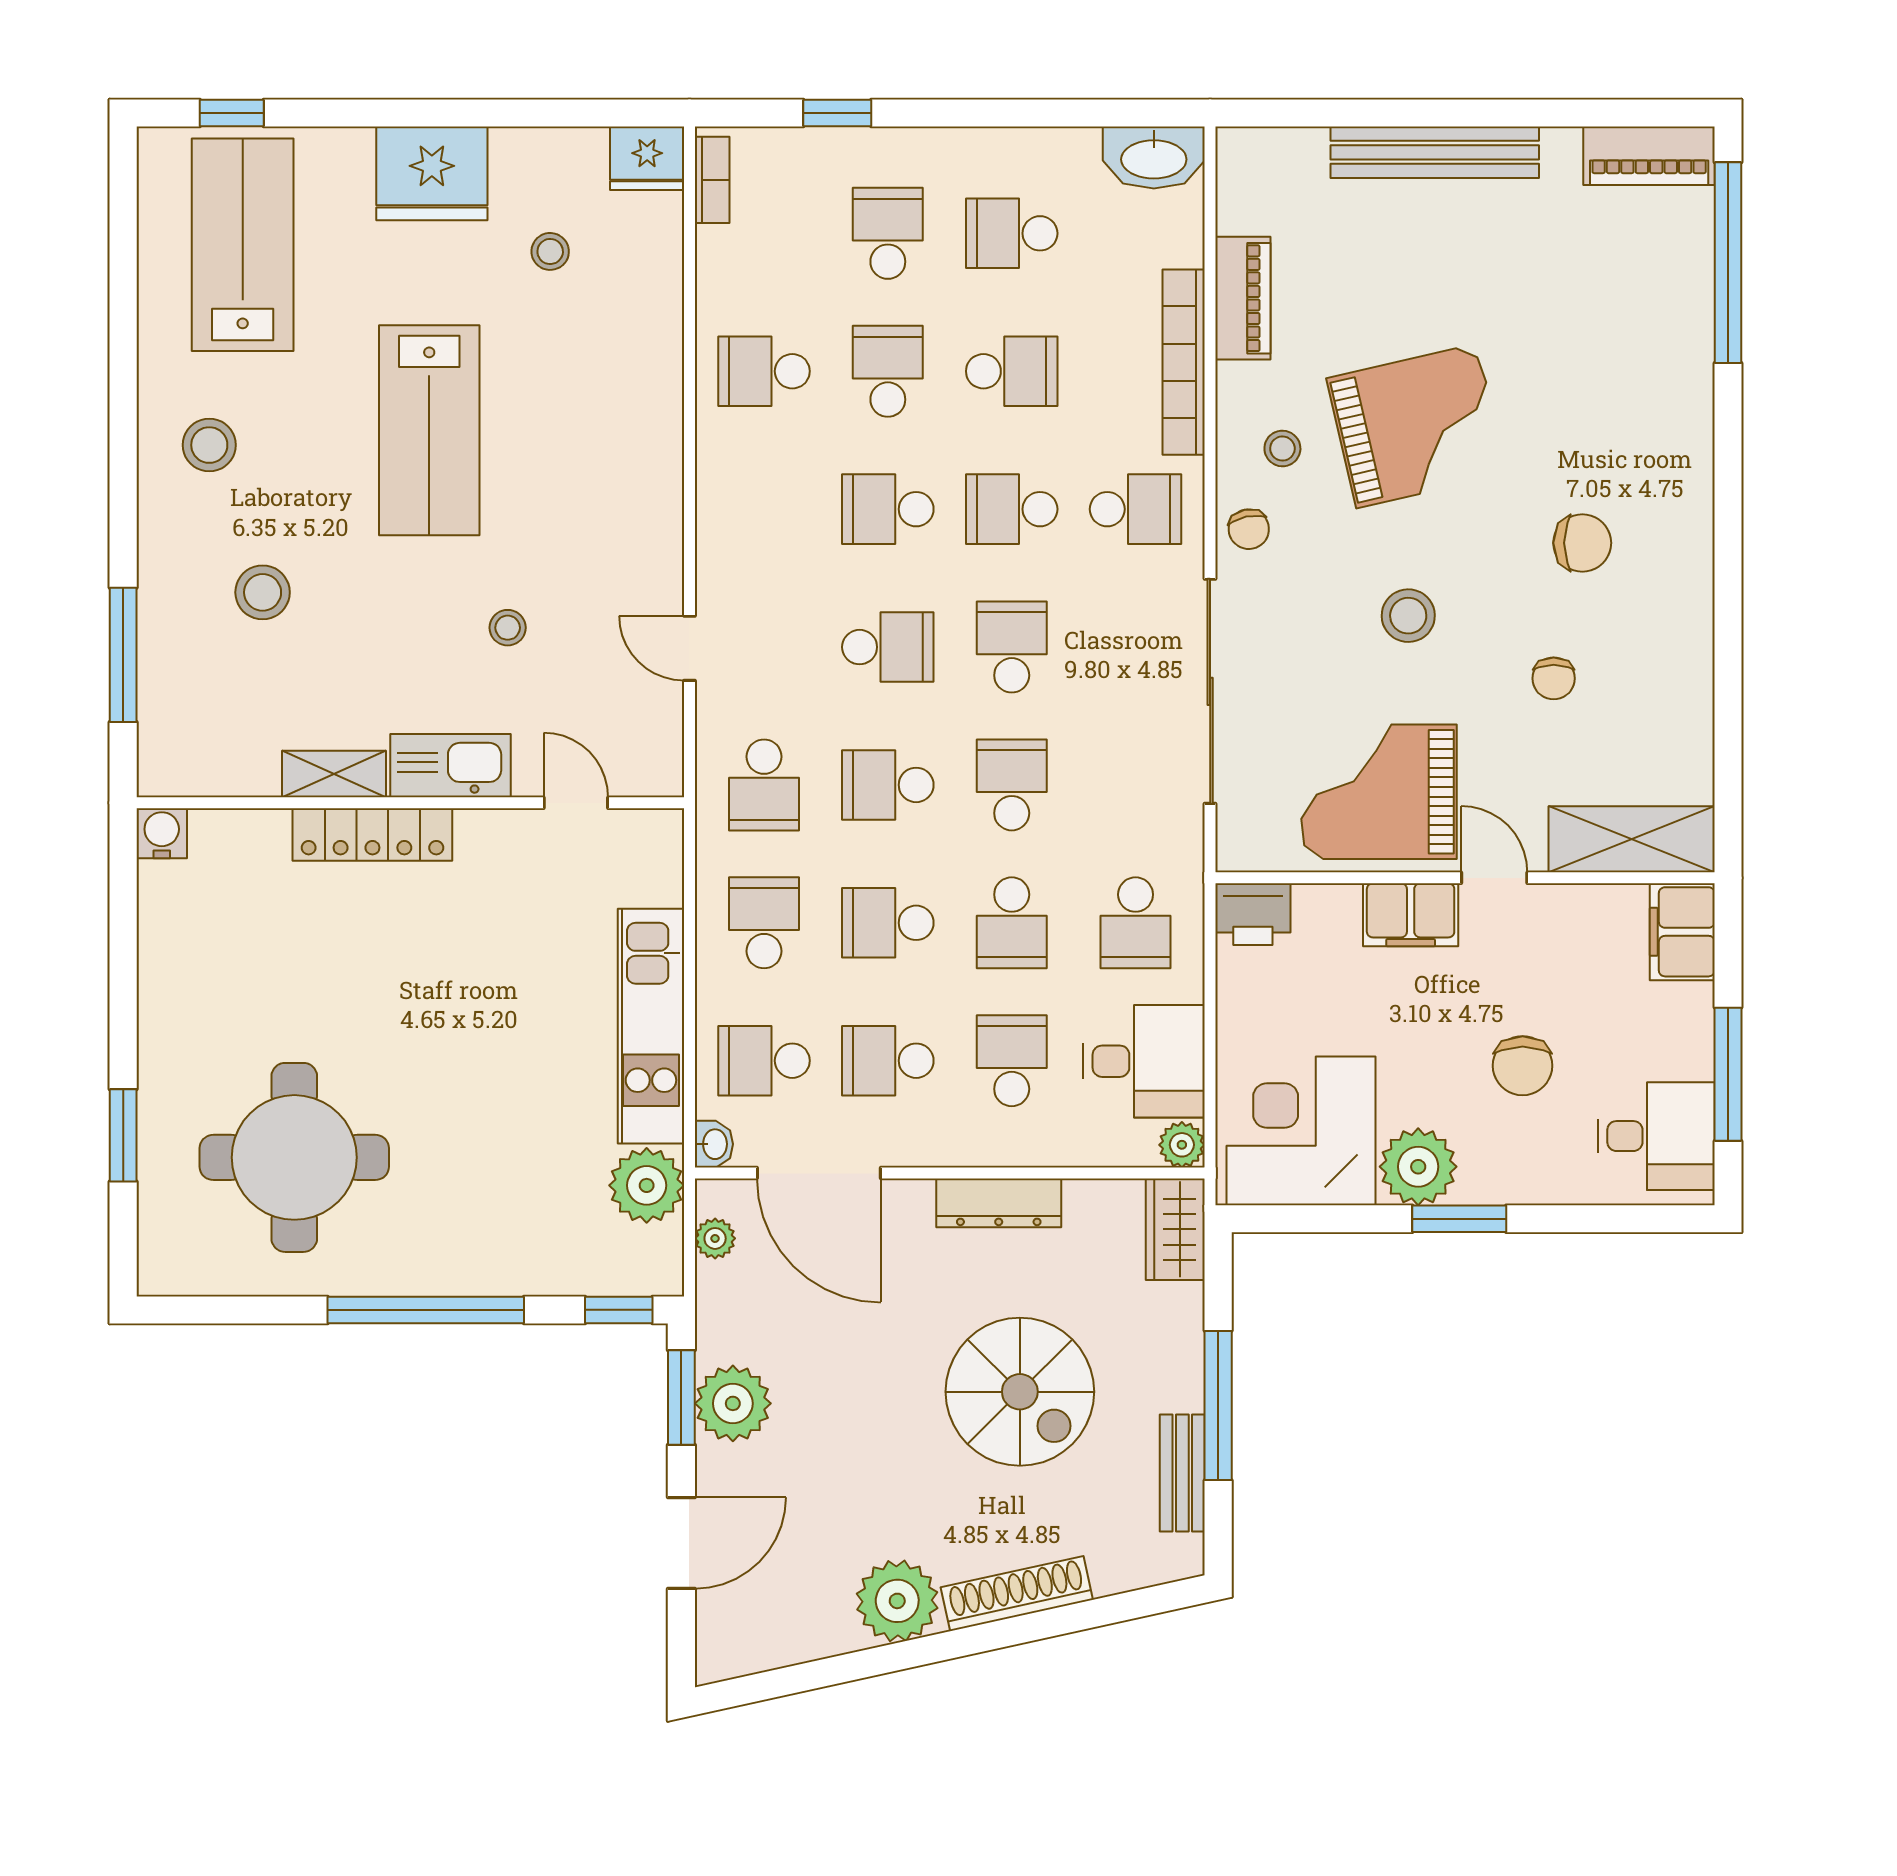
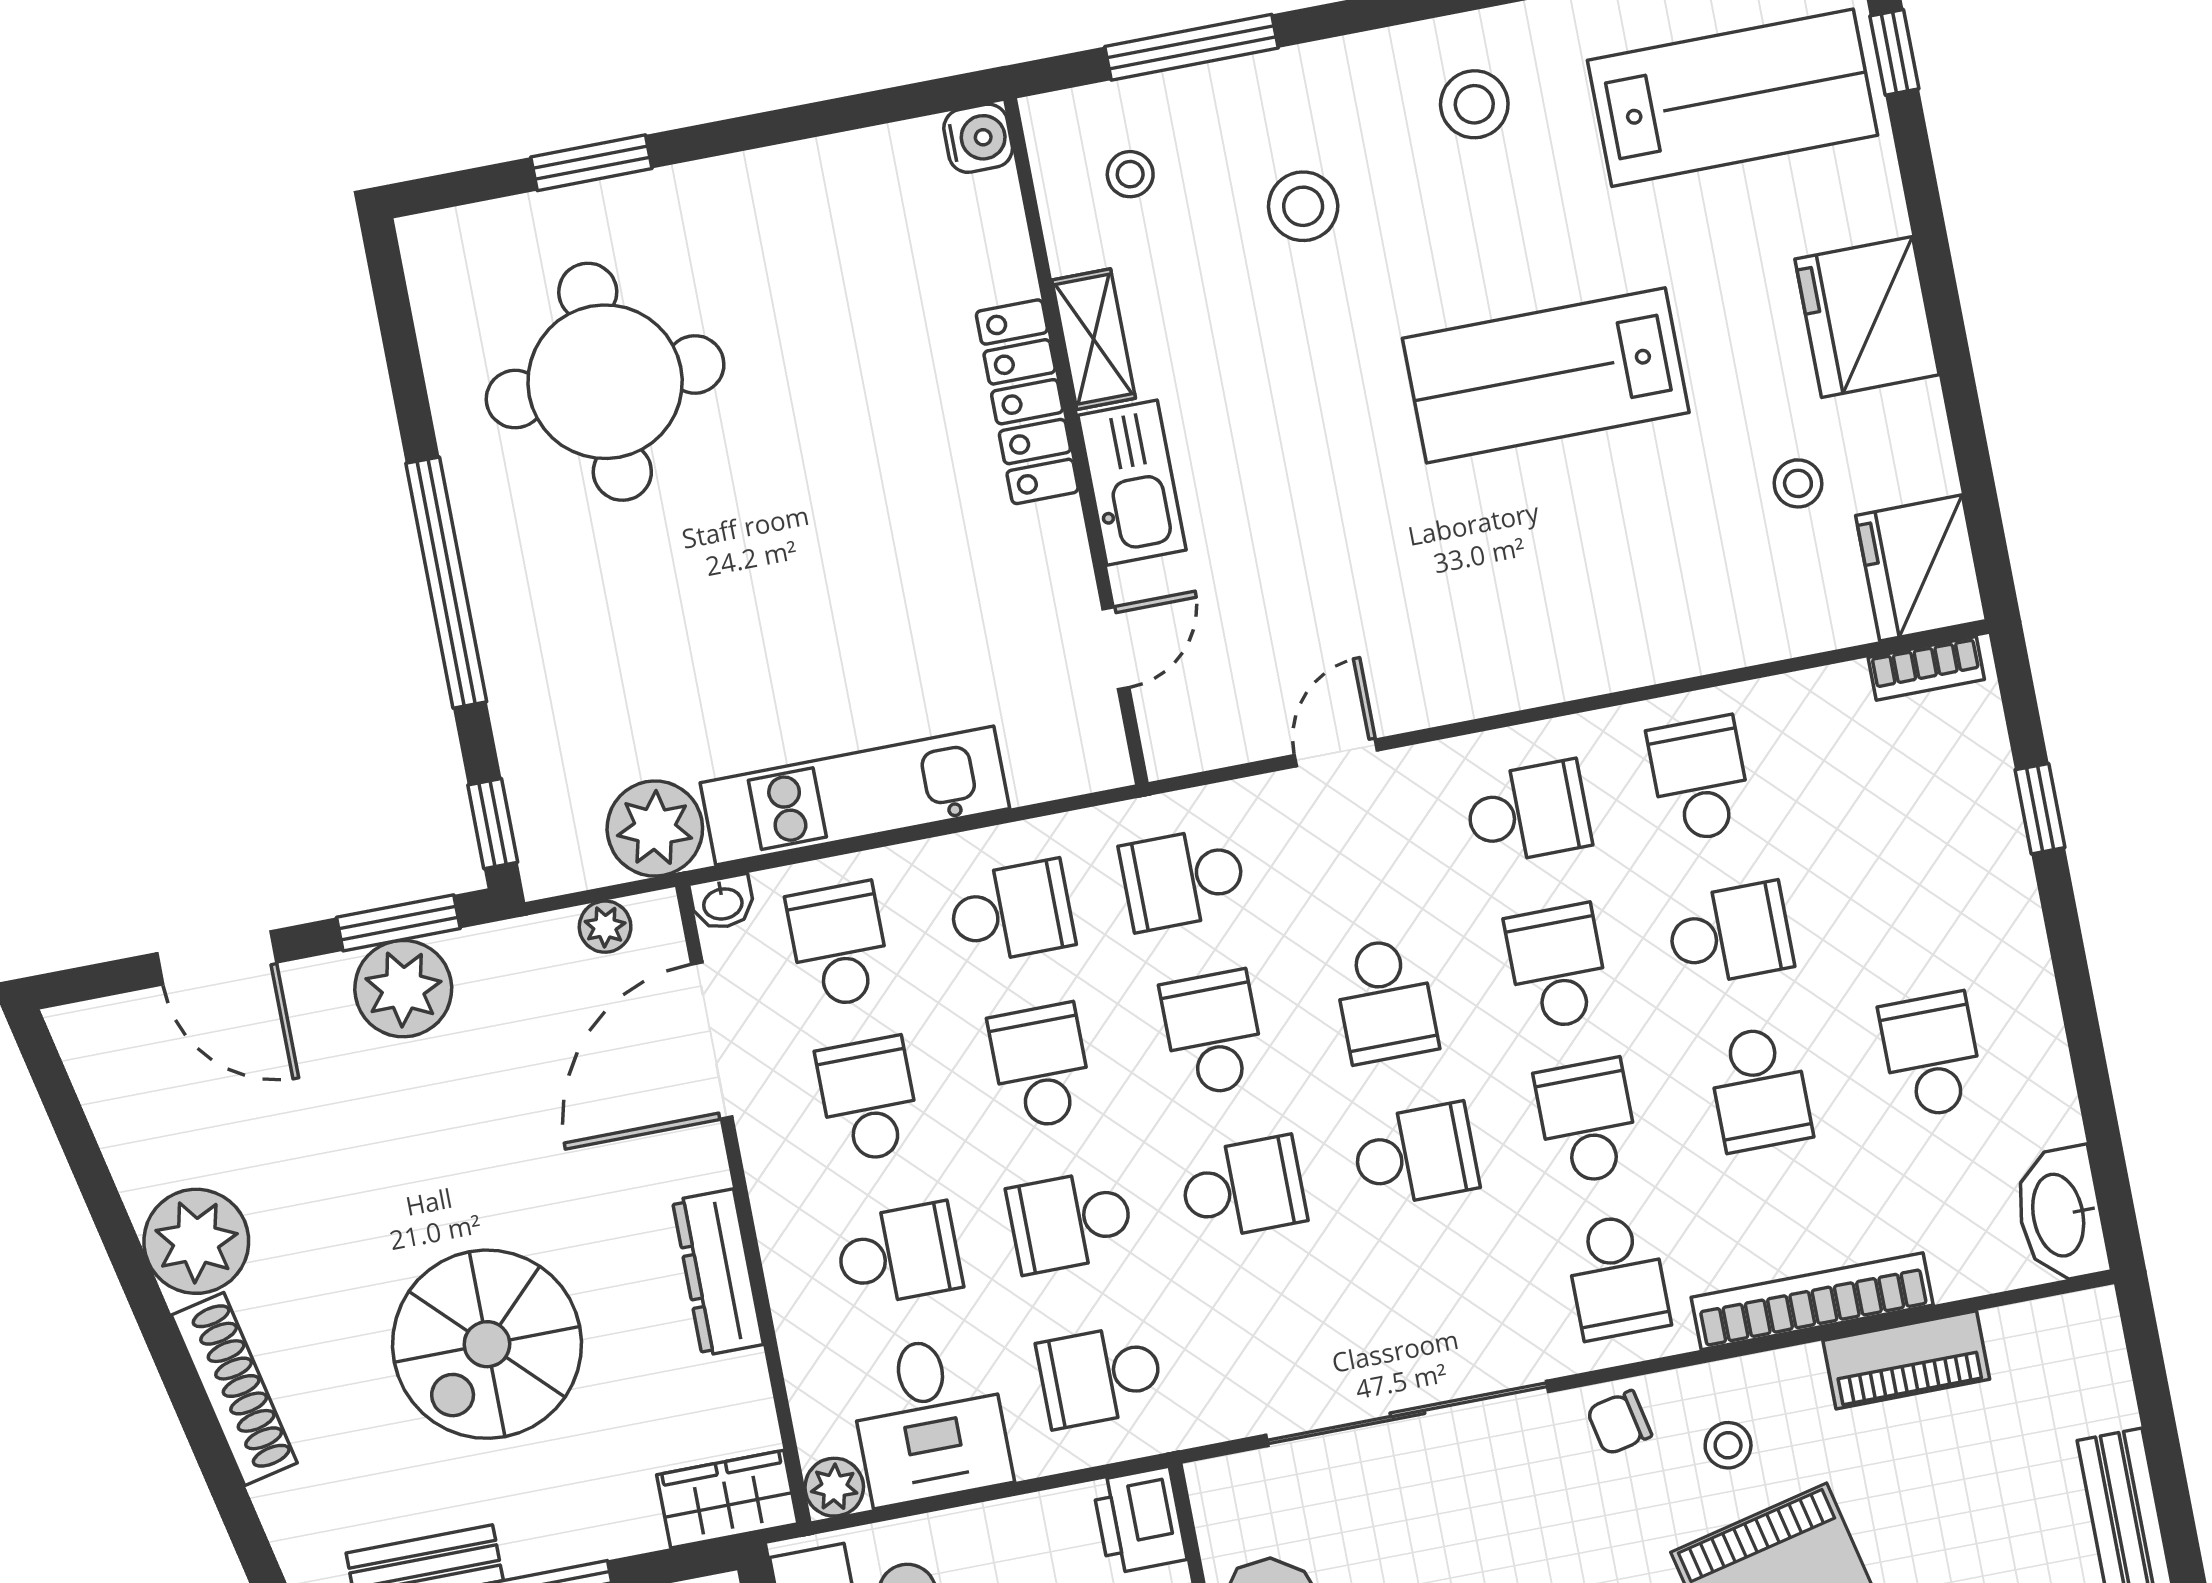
fridge: (647, 158) -> (1921, 568), width x1.36, depth x1.34
school desk: (888, 233) -> (1528, 812), moved
stool: (508, 628) -> (1130, 174), moved

